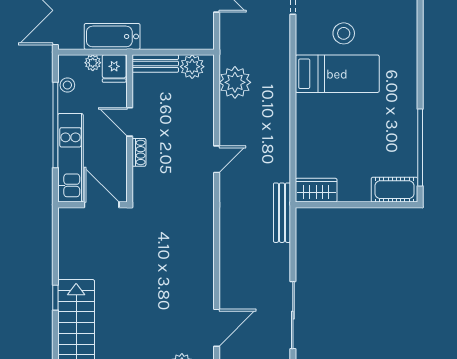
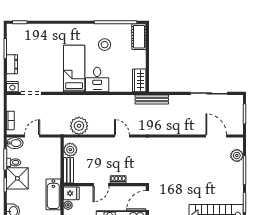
stool: (344, 33) -> (105, 45), moved
desk: (318, 115) -> (97, 80), added

